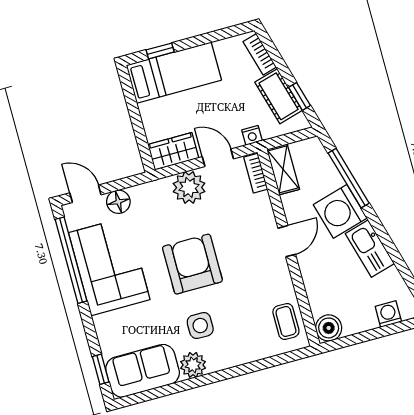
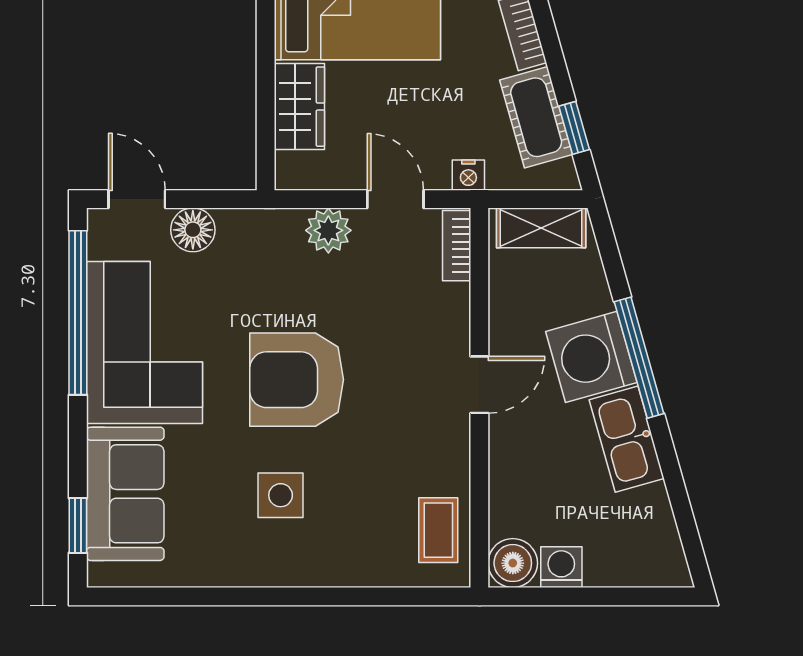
wardrobe: (173, 151) -> (299, 107), moved, turned 90
shelving: (283, 169) -> (541, 228), moved, turned 90
window: (349, 178) -> (639, 358), moved
plant: (189, 187) -> (328, 230), width x0.73, depth x0.73
armchair: (192, 264) -> (297, 380), turned -90
washing machine: (388, 314) -> (561, 567), moved
plant: (193, 365) -> (248, 563), removed
sofa: (143, 371) -> (125, 494), moved, turned 90

